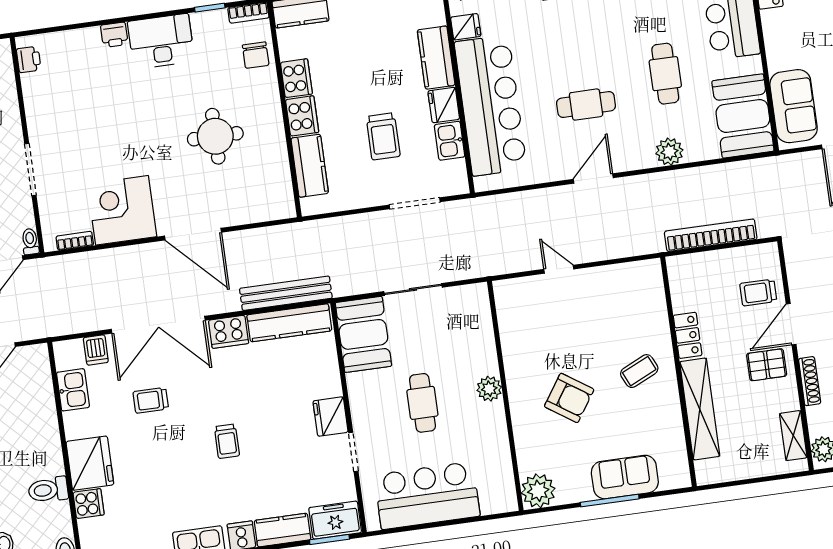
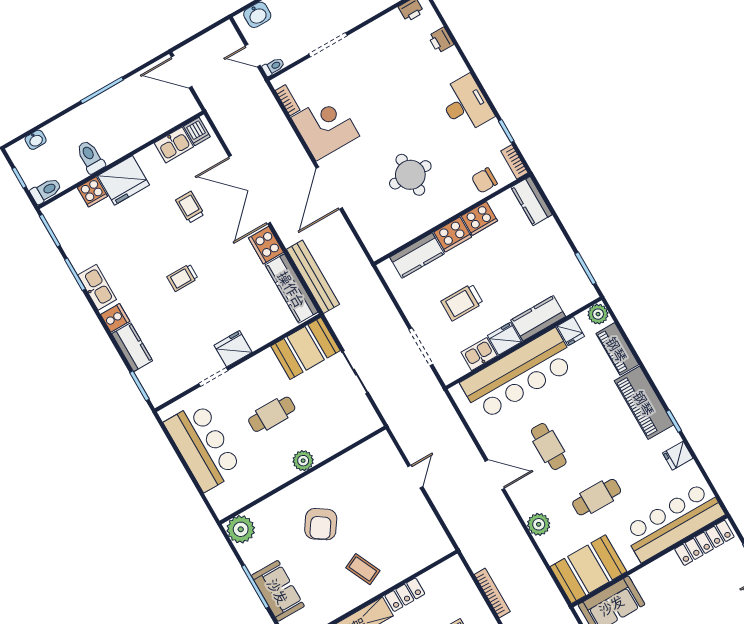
printer: (114, 35) -> (441, 40), moved
bookcase: (711, 235) -> (492, 593), width x0.68, depth x0.76
dishwasher: (96, 350) -> (197, 131), moved, turned -90
freezer: (335, 520) -> (156, 384), removed

